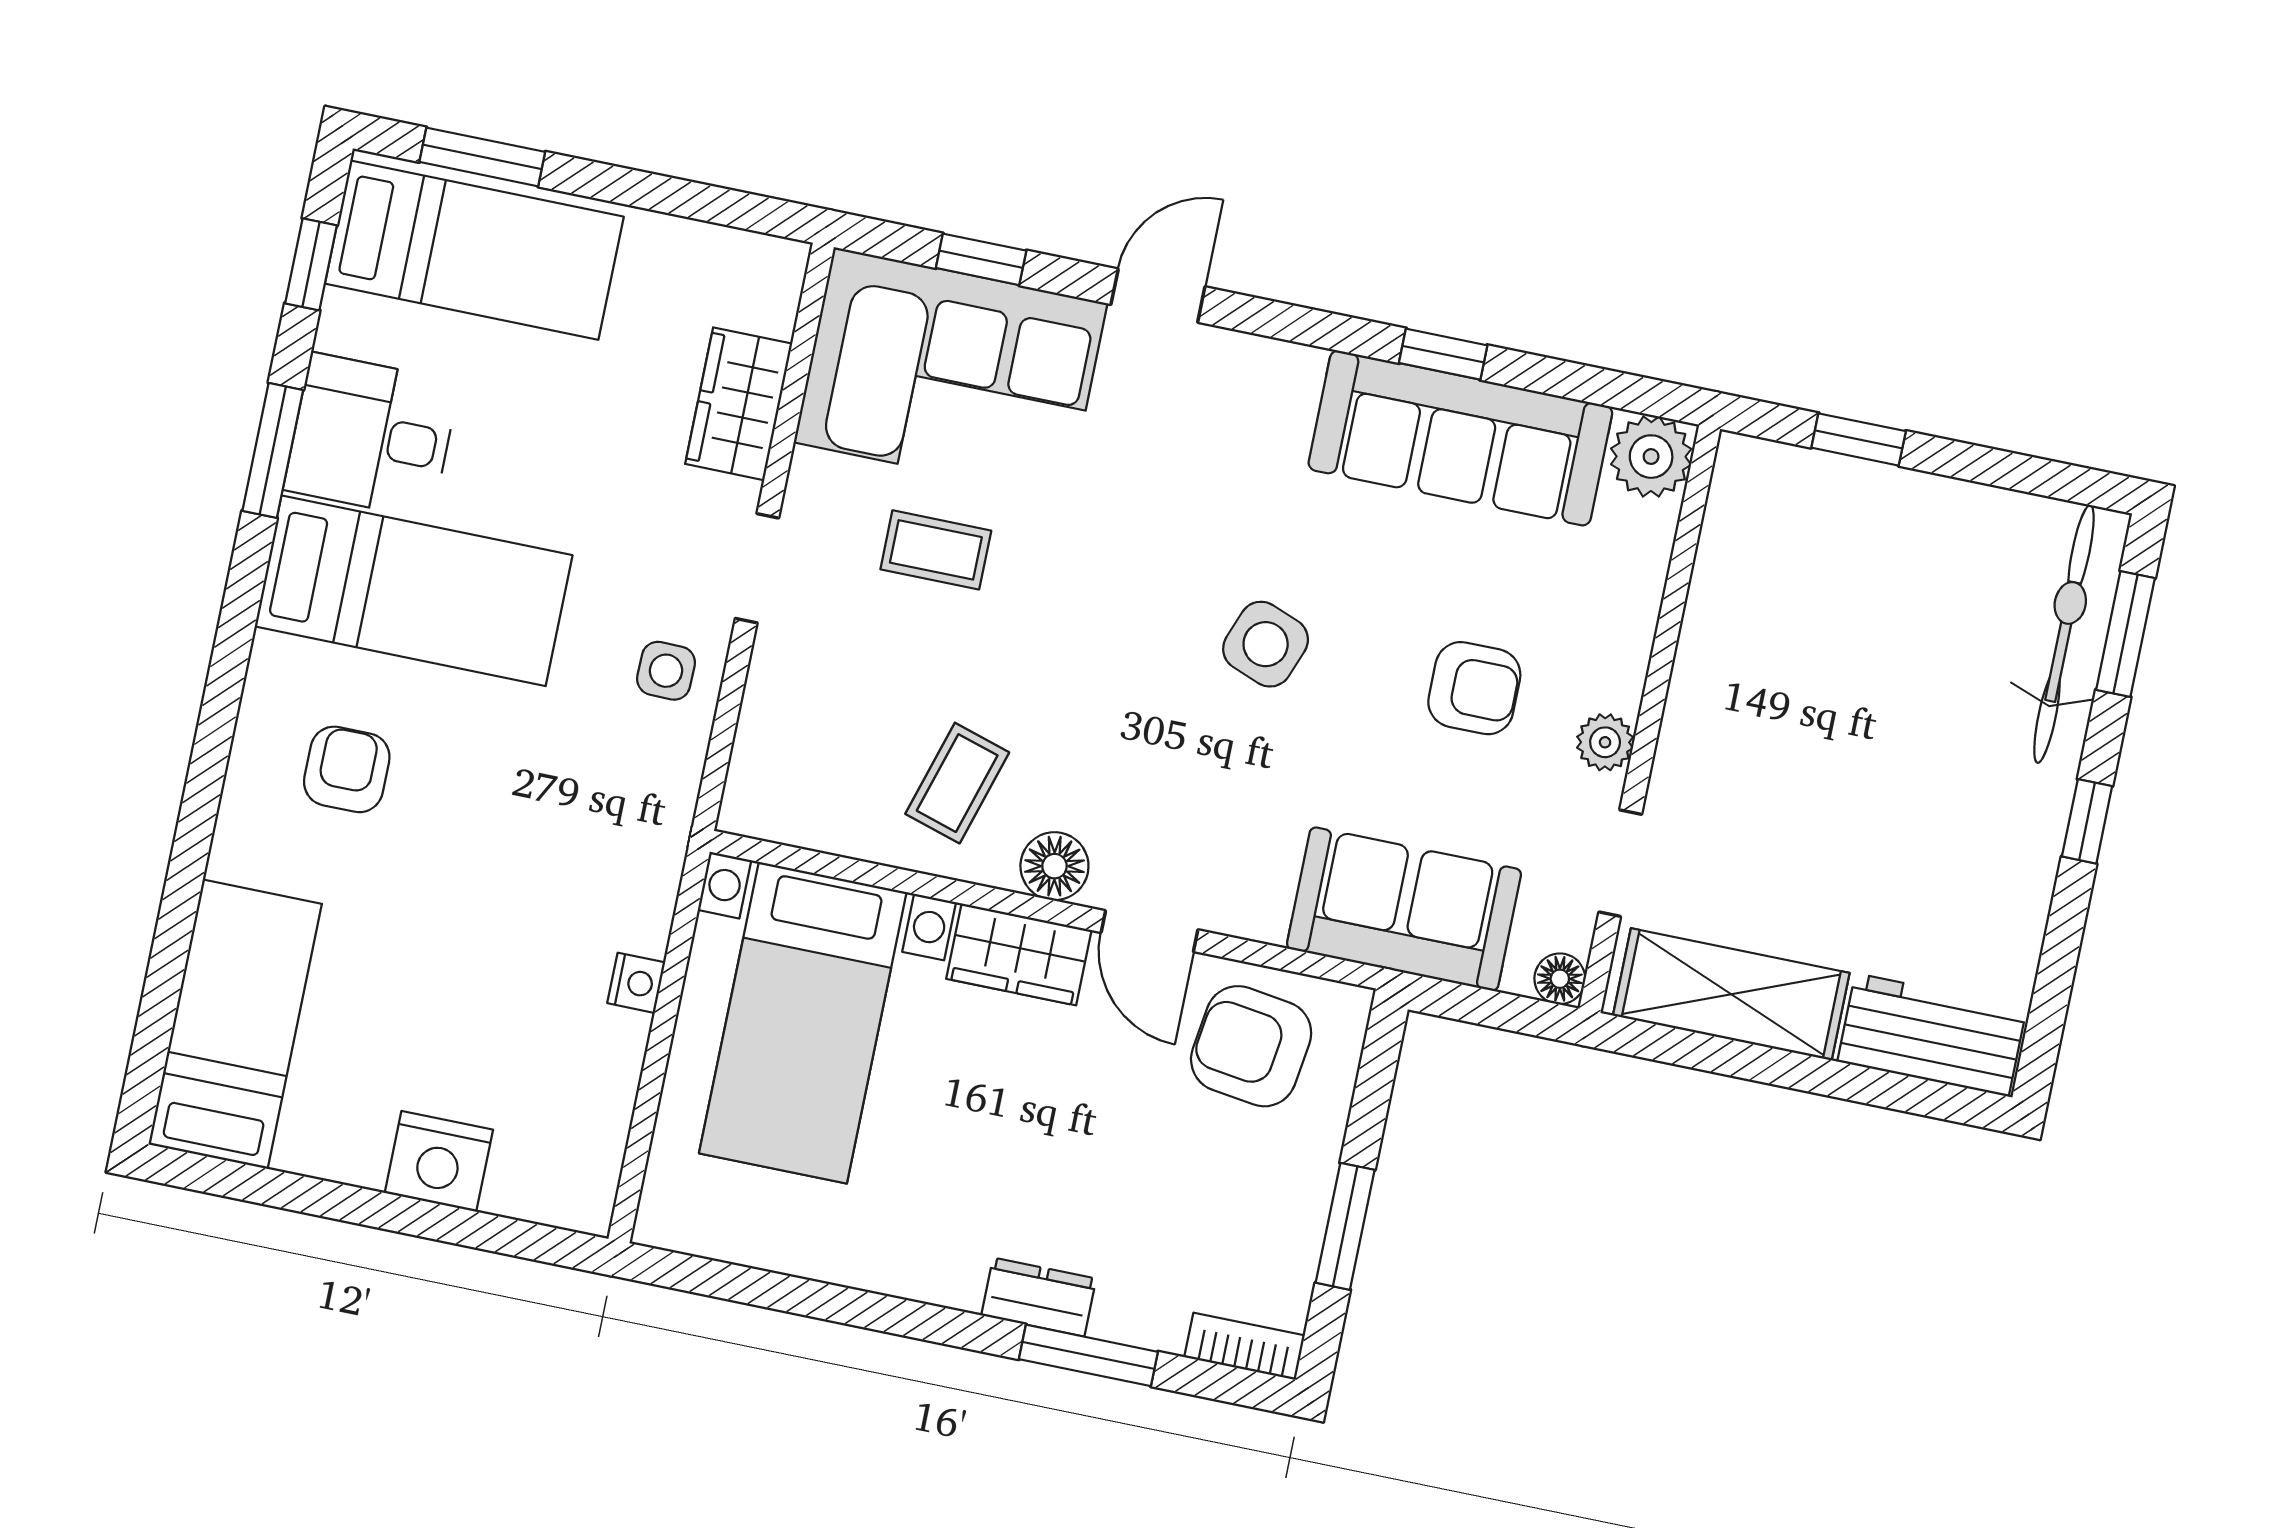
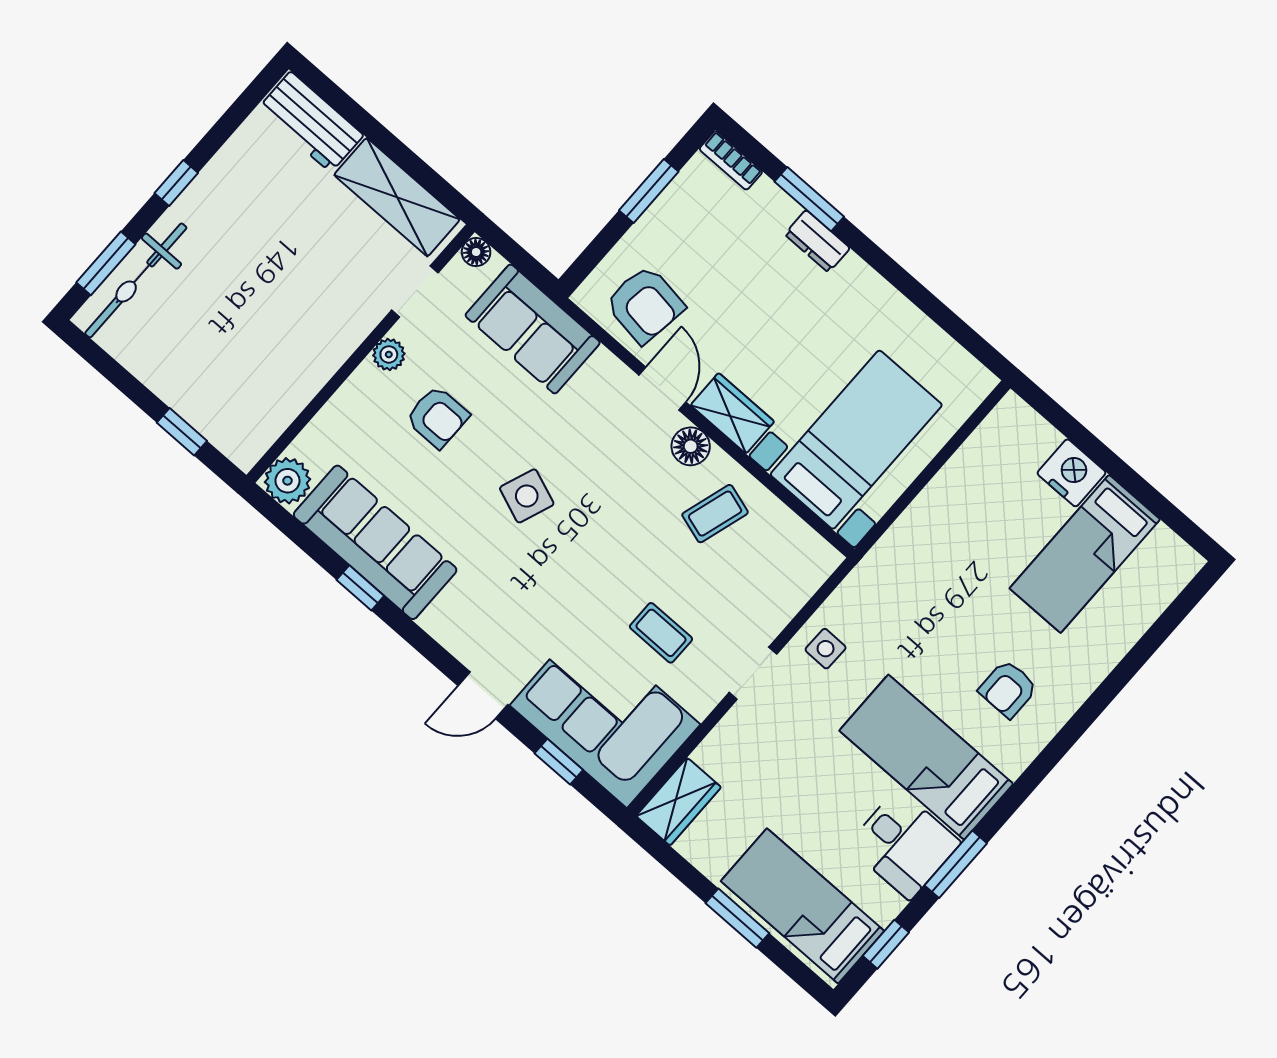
window: (482, 157) -> (737, 918), moved
wardrobe: (739, 404) -> (679, 802), moved
armchair: (1474, 688) -> (437, 417), turned 180
nightstand: (636, 983) -> (926, 505), removed
bed: (235, 1024) -> (1085, 554), moved

